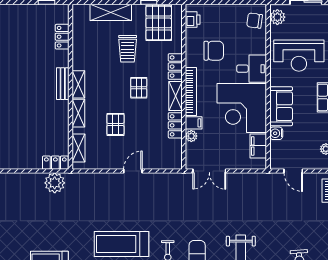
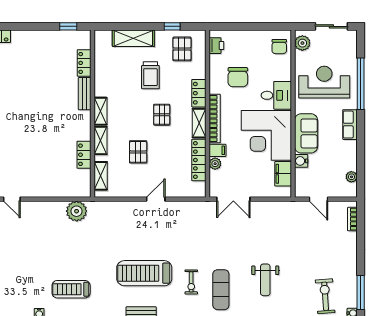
chair: (255, 21) -> (279, 47), turned -98
pallet: (159, 23) -> (182, 49), width x0.67, depth x0.71
chair: (214, 51) -> (238, 77), turned 90
reception desk: (299, 56) -> (324, 82), turned 180
bench: (63, 84) -> (85, 94), moved
locker: (175, 125) -> (199, 160), width x1.53
locker: (55, 163) -> (84, 155), moved, turned -90

